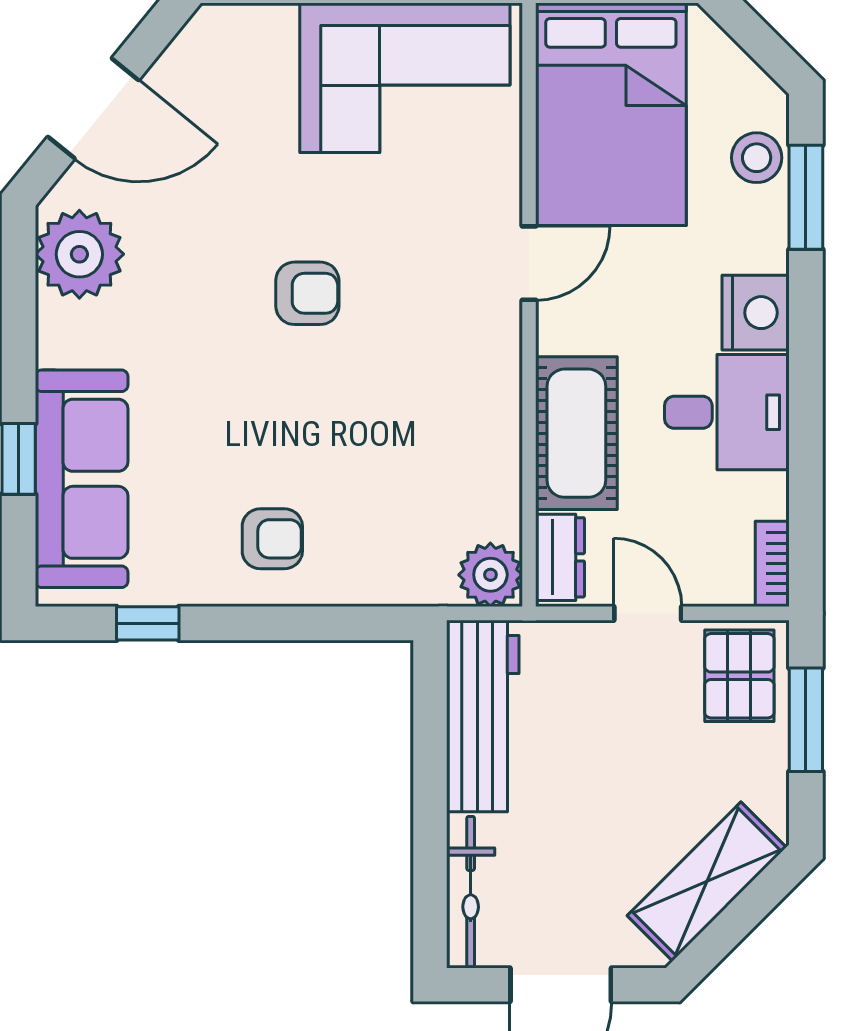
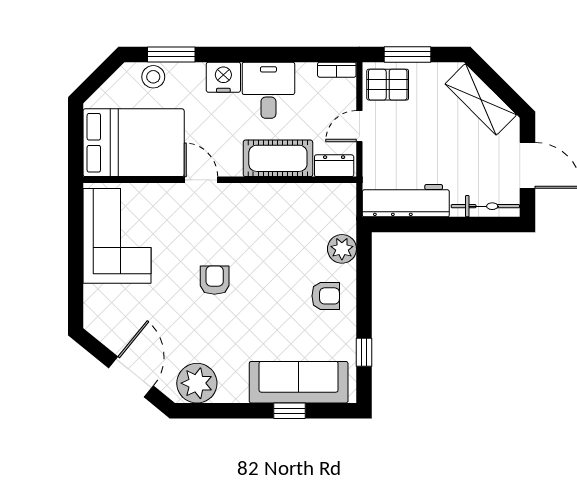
armchair: (272, 539) -> (326, 296), turned 90
plant: (490, 575) -> (342, 249), moved

